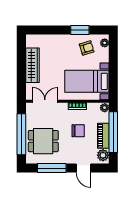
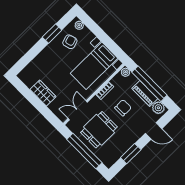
wardrobe: (32, 65) -> (43, 93), width x0.67
dining table: (43, 141) -> (99, 130), moved
window: (52, 168) -> (131, 154), width x0.69

